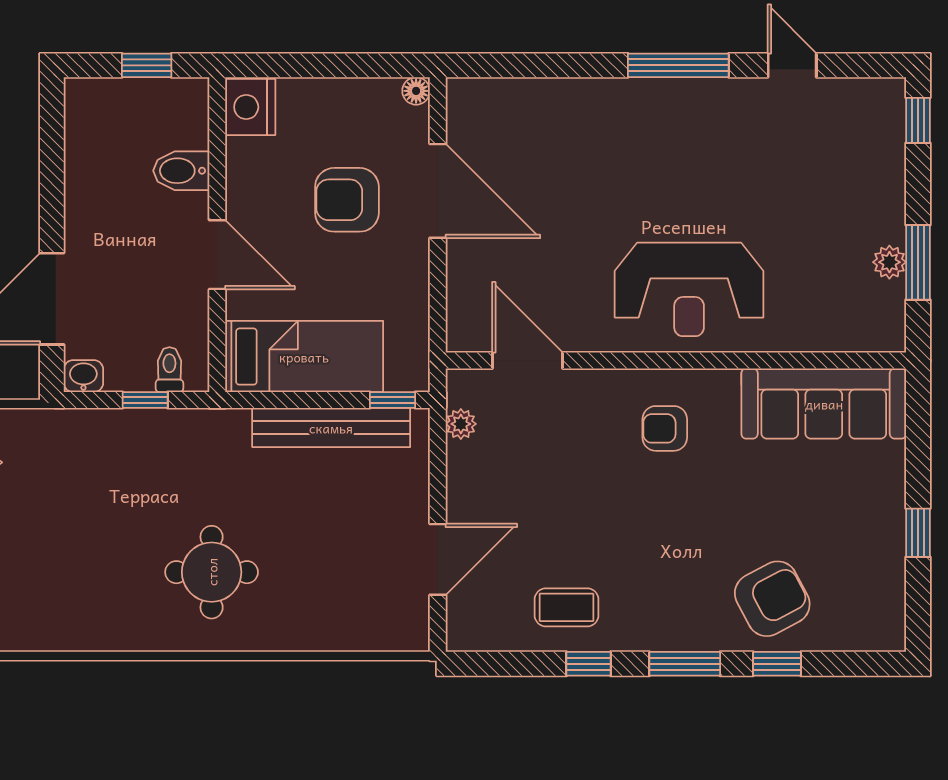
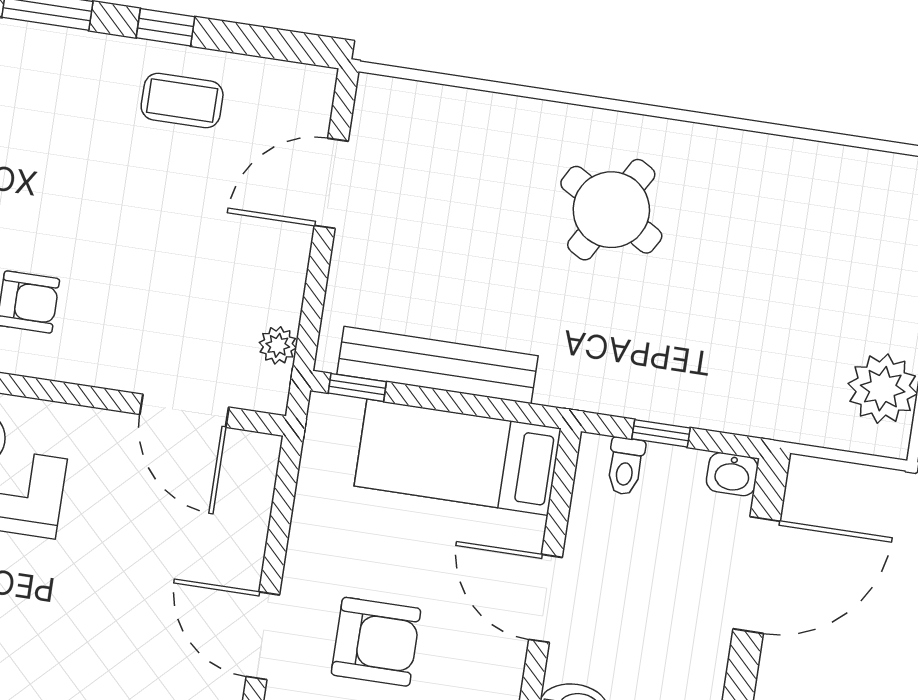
door: (438, 191) -> (263, 636), width x0.73
round table: (212, 572) -> (611, 210), turned 30

